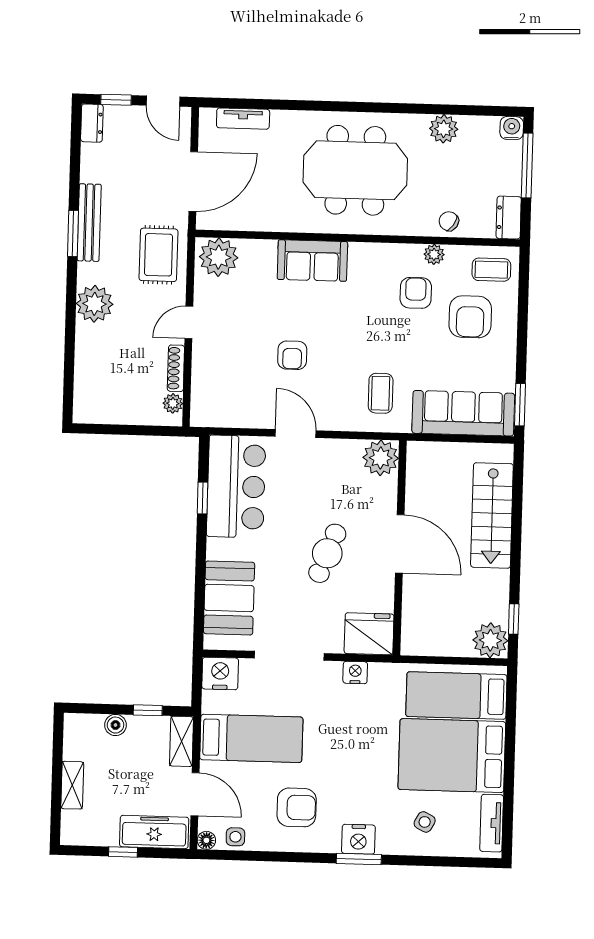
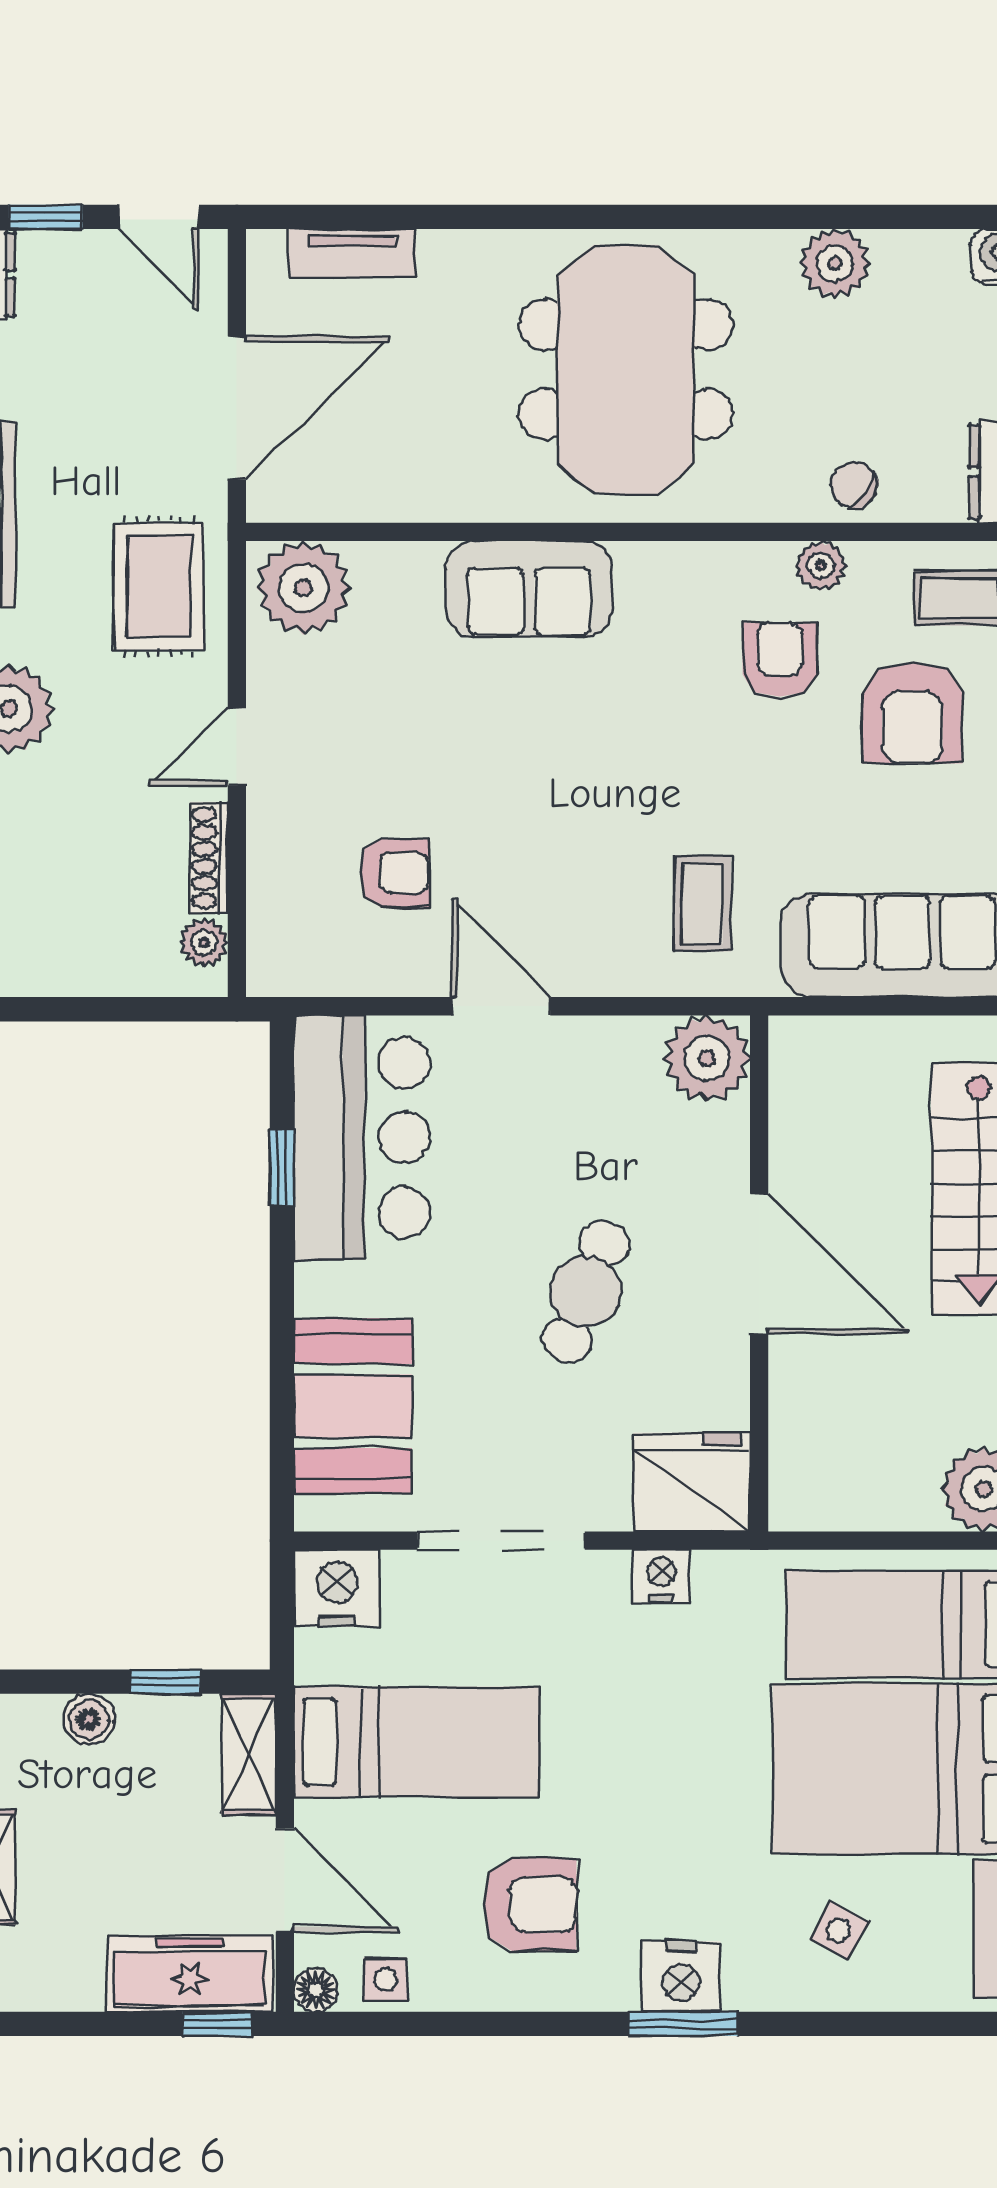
meeting table: (355, 170) -> (626, 369), turned 90
armchair: (292, 355) -> (395, 873), moved, turned -90
window: (123, 852) -> (217, 2024), moved

